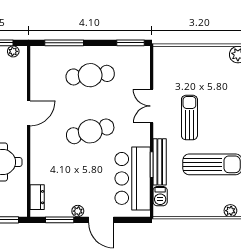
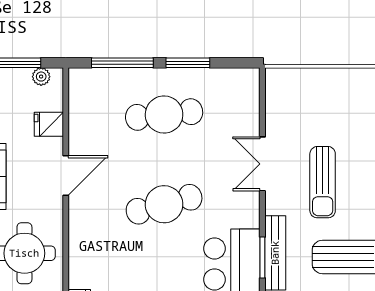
window: (131, 43) -> (188, 63), moved
fridge: (18, 81) -> (49, 124), added
sun lounger: (189, 118) -> (323, 182), turned 180

